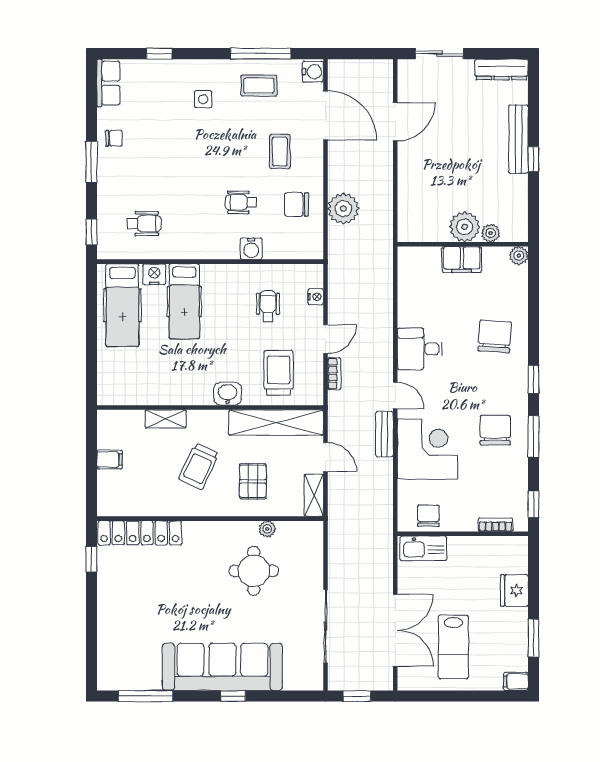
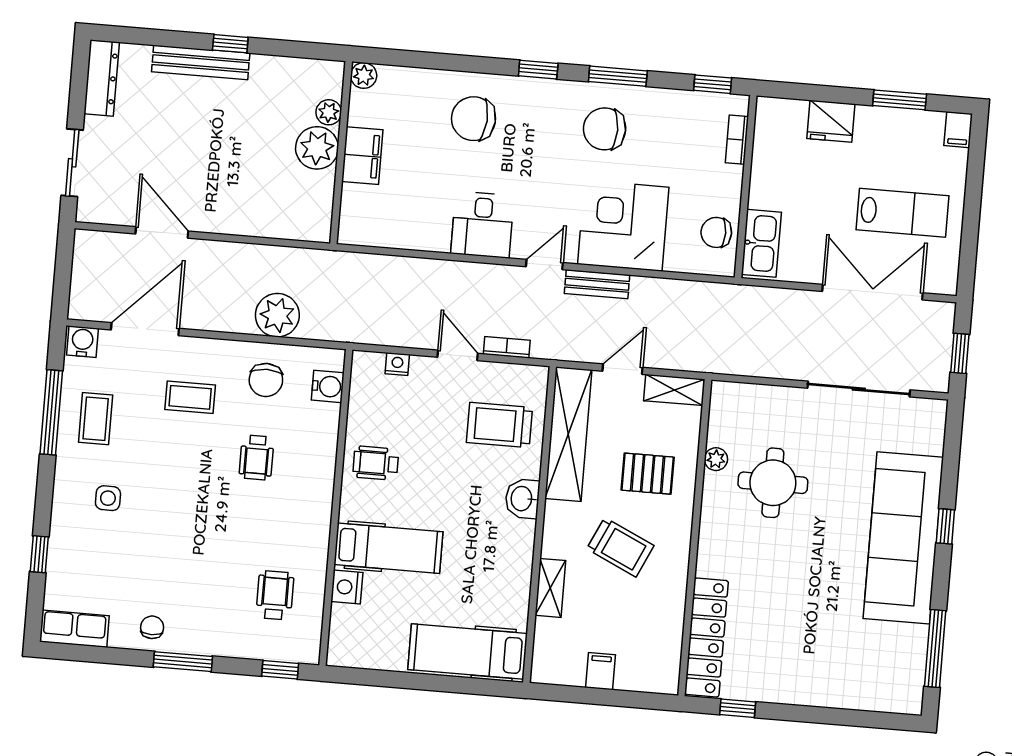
water cooler: (251, 249) -> (328, 386), moved
hospital bed: (122, 305) -> (468, 652), moved, turned 180
wheelchair: (268, 306) -> (376, 463), moved

